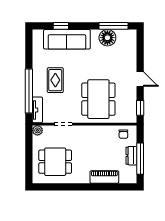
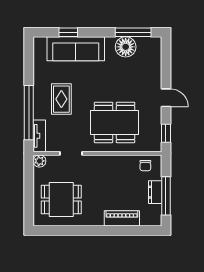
dining table: (98, 99) -> (115, 122), turned 90

